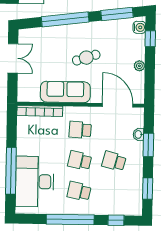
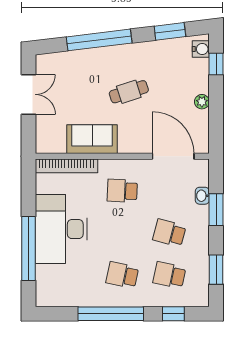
window: (117, 14) -> (170, 31), width x0.69
sofa: (65, 92) -> (92, 139), width x0.73
school desk: (80, 161) -> (169, 275), moved
desk: (35, 182) -> (61, 229), moved

